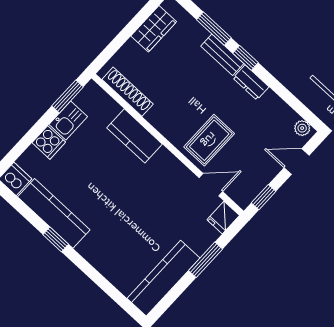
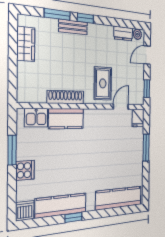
dresser: (251, 82) -> (123, 34), moved
shoe rack: (128, 92) -> (66, 97), moved
window: (68, 96) -> (12, 150), moved
kitchen sink: (68, 120) -> (36, 118), moved, turned 90
kitchen counter: (163, 278) -> (119, 198), moved, turned 90

